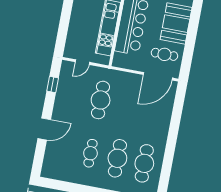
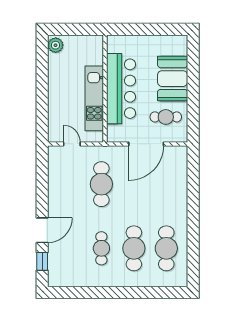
door: (82, 62) -> (72, 144), swing flipped
door: (158, 76) -> (146, 144), moved
window: (53, 84) -> (42, 261), moved

